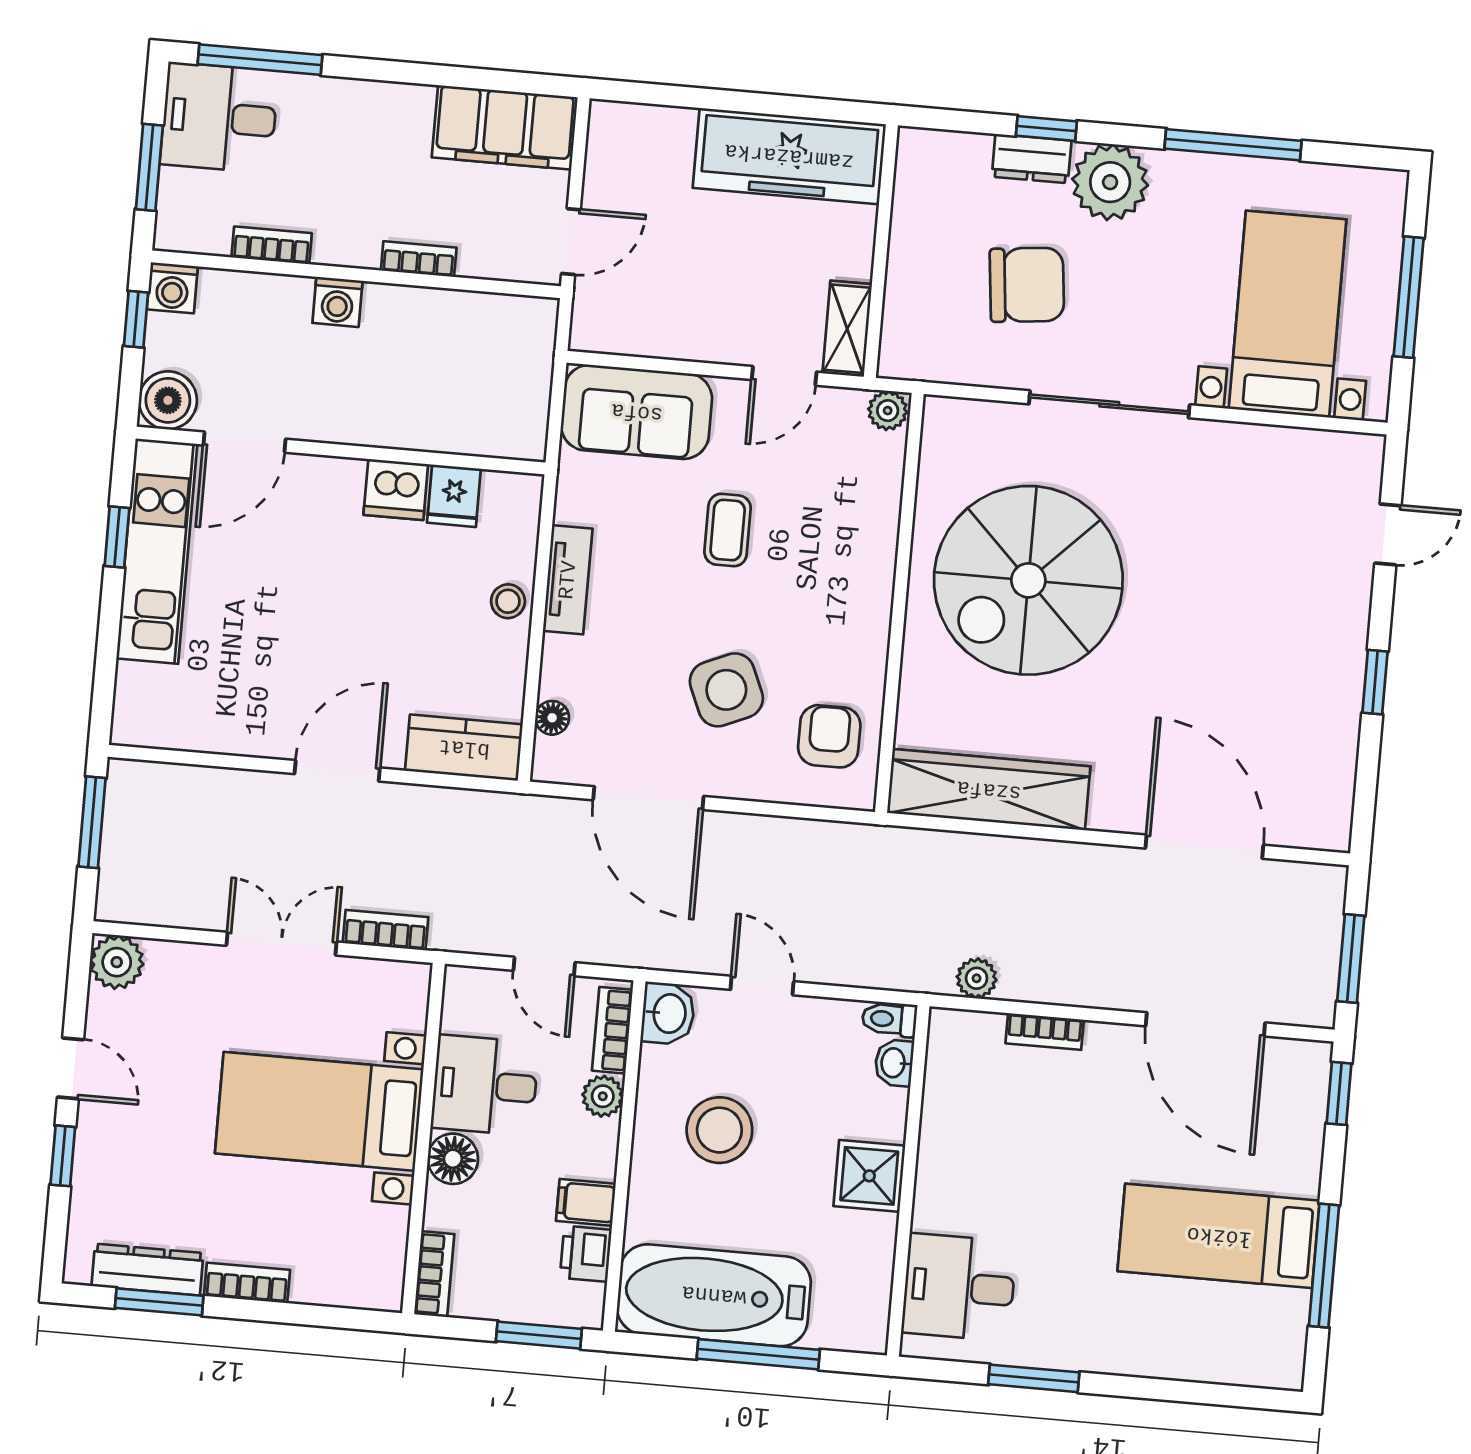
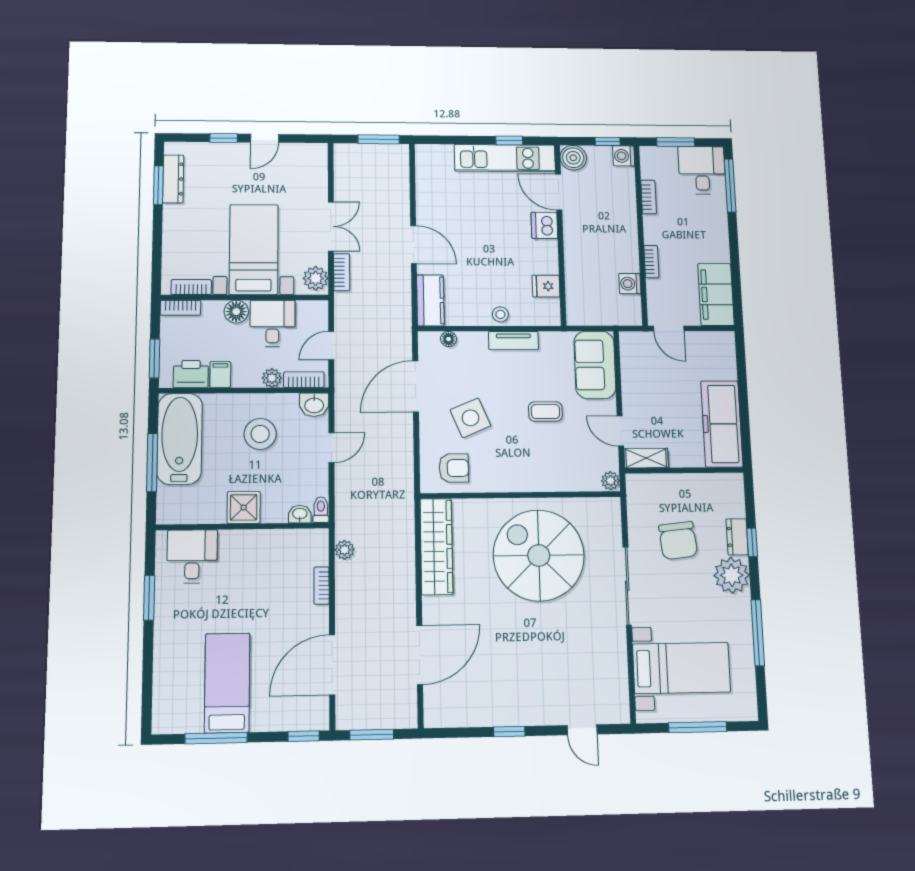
washing machine: (337, 302) -> (630, 284), moved
dishwasher: (396, 489) -> (544, 225), moved
plant: (117, 962) -> (316, 278), moved
printer: (586, 1254) -> (191, 374), width x1.36, depth x1.24
bookcase: (247, 1283) -> (191, 287), moved, turned -90

